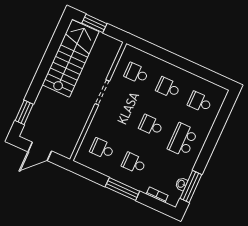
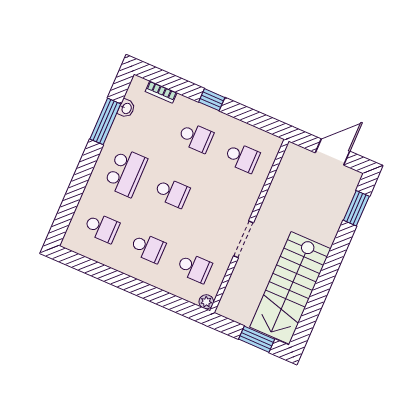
plant: (129, 50) -> (206, 302), added
window: (191, 186) -> (105, 121), moved
window: (122, 189) -> (212, 100), width x0.46

